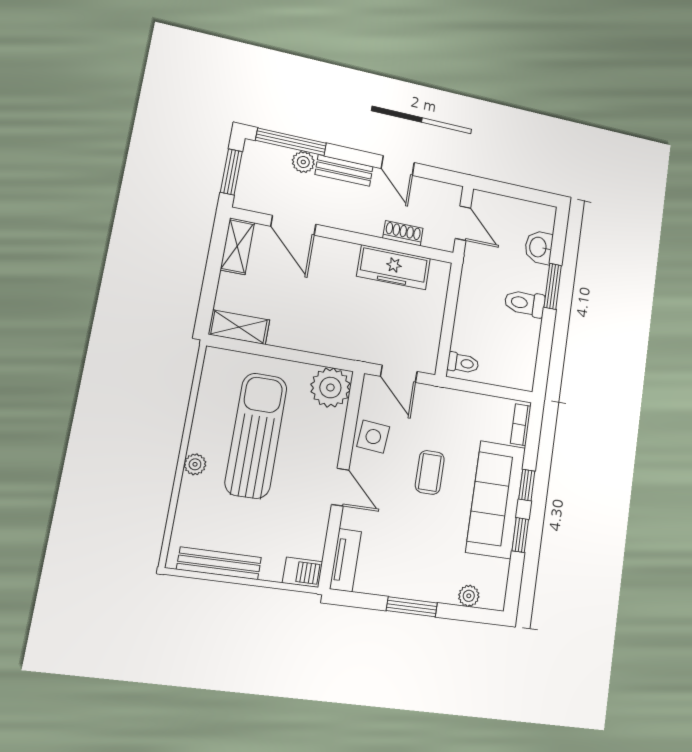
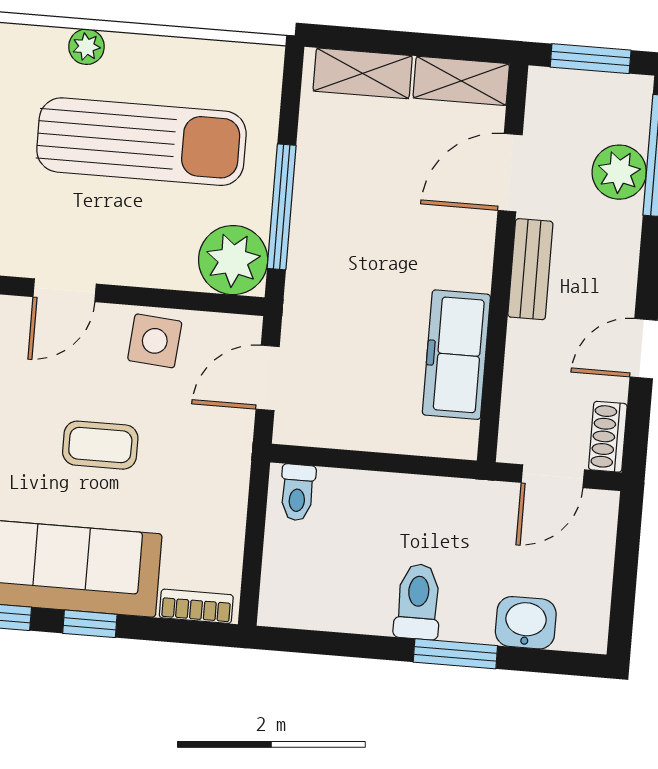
plant: (303, 162) -> (619, 172), width x1.38, depth x1.38
bench: (344, 170) -> (530, 269), moved
shoe rack: (403, 233) -> (608, 437), moved, turned 180
shelving: (239, 327) -> (363, 73), moved, turned 90
window: (302, 357) -> (282, 207), added

